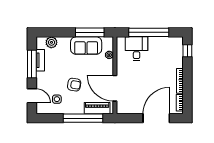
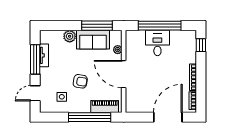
plant: (51, 42) -> (70, 36), moved
desk: (137, 49) -> (157, 43), moved
door: (115, 88) -> (124, 74), moved
door: (32, 96) -> (35, 93), swing flipped

